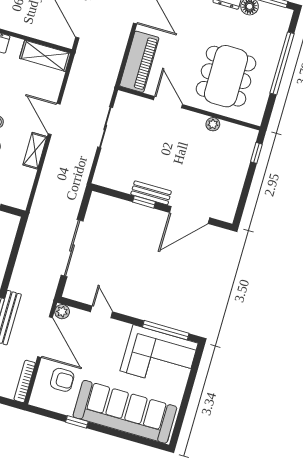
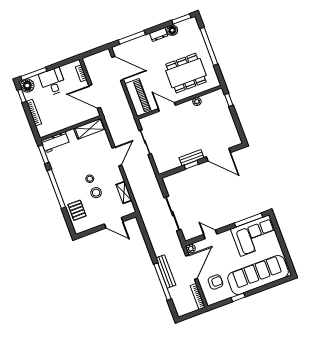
dining table: (226, 76) -> (186, 73), turned 90
door: (54, 119) -> (117, 157), swing flipped
shelving: (35, 151) -> (124, 192), moved
door: (190, 215) -> (218, 155), hinge flipped
door: (45, 337) -> (192, 267), hinge flipped

